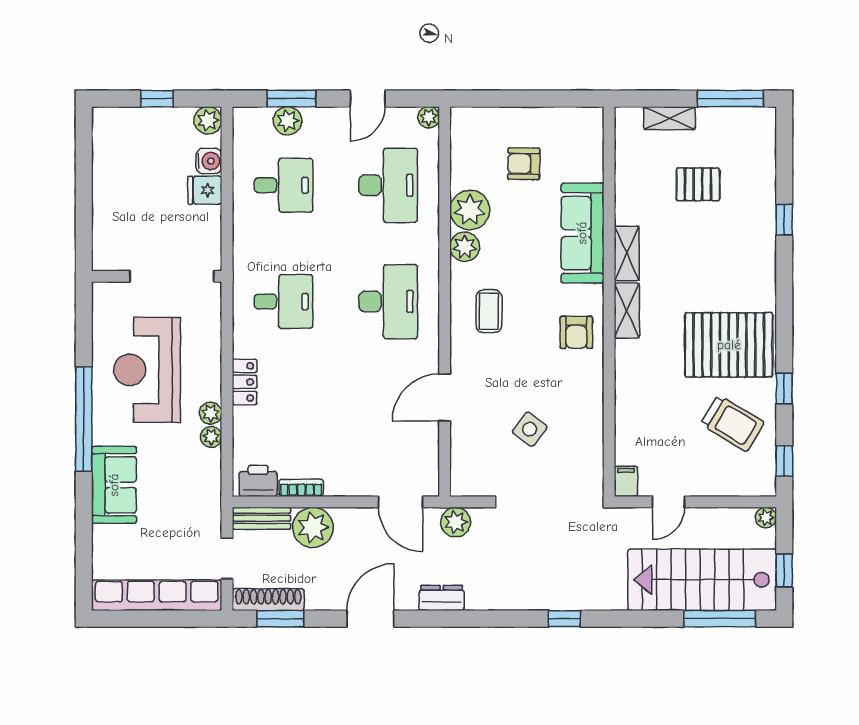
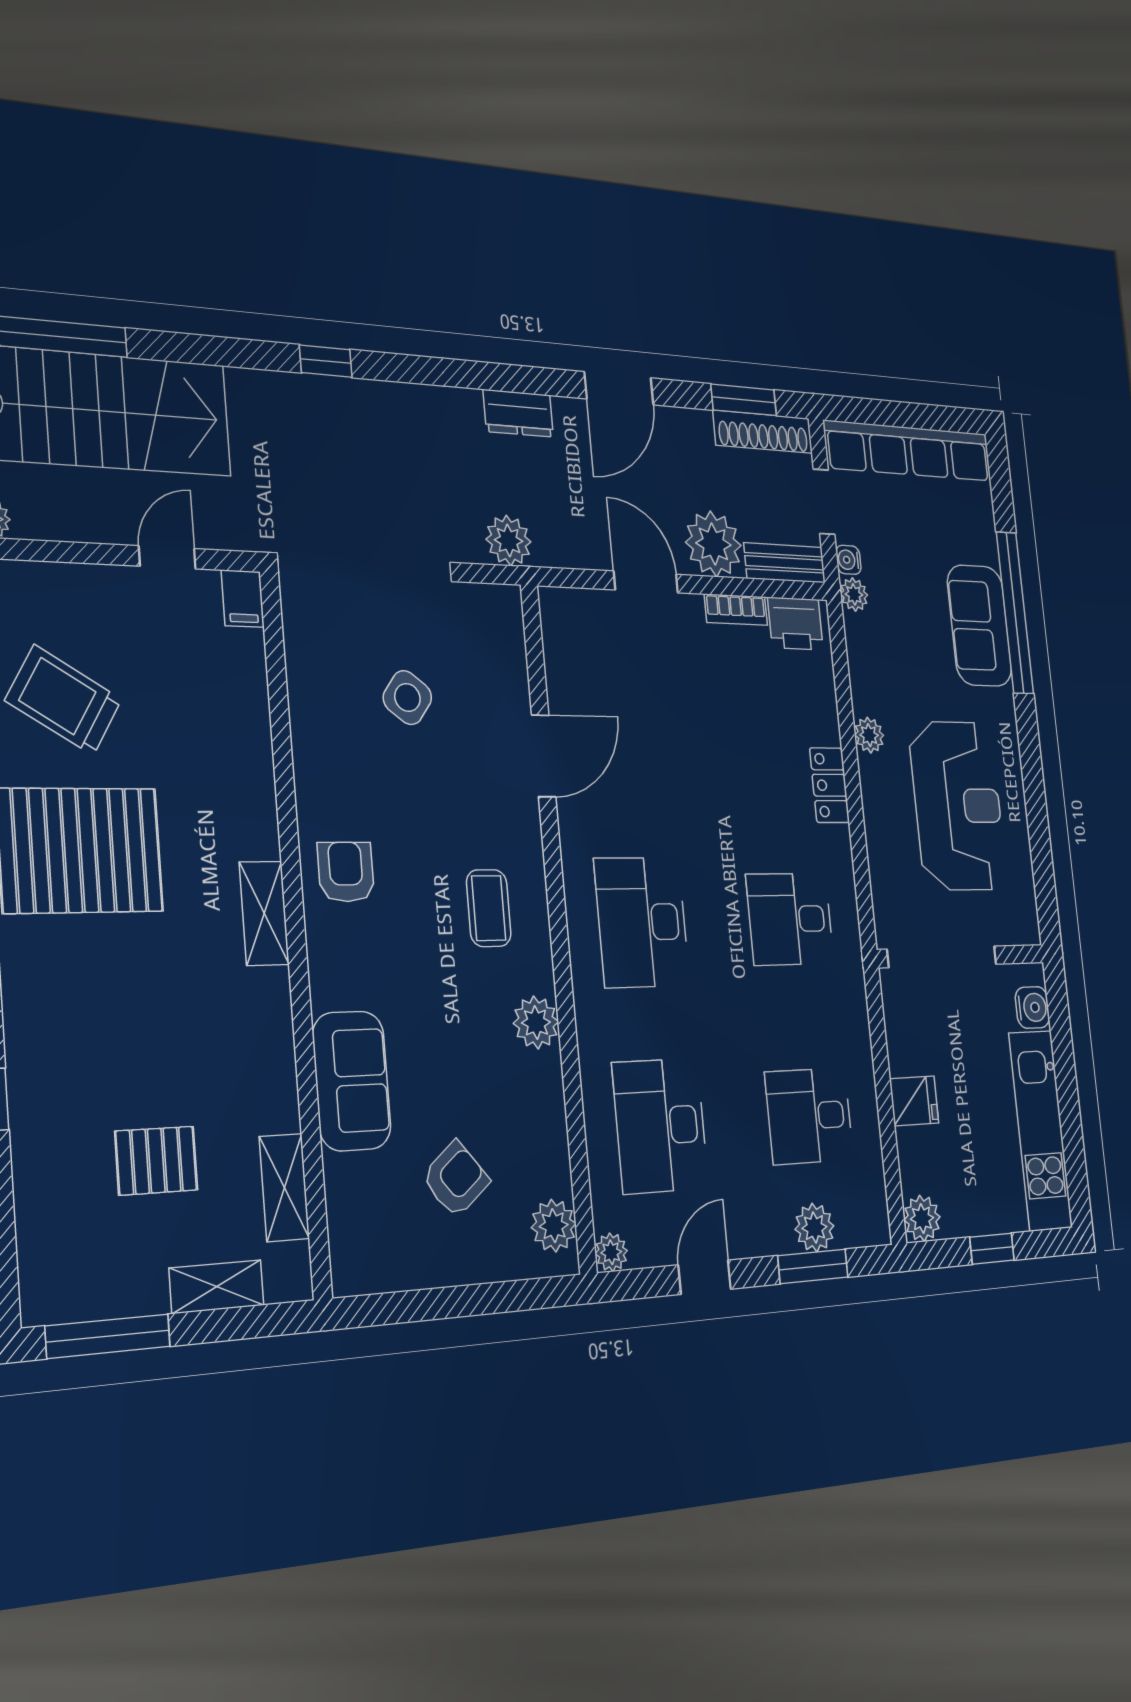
water cooler: (209, 161) -> (1032, 1007), moved, turned 180
armchair: (524, 164) -> (456, 1179), turned -40
kitchen unit: (109, 167) -> (1040, 1130), added
plant: (470, 210) -> (554, 1226), moved, width x0.73, depth x0.73
sofa: (582, 233) -> (352, 1081), width x0.73
shelving: (627, 253) -> (284, 1188), moved
window: (84, 419) -> (1015, 613), moved
plant: (211, 437) -> (854, 594), moved
door: (401, 502) -> (646, 582), moved
water cooler: (213, 522) -> (848, 560), added

